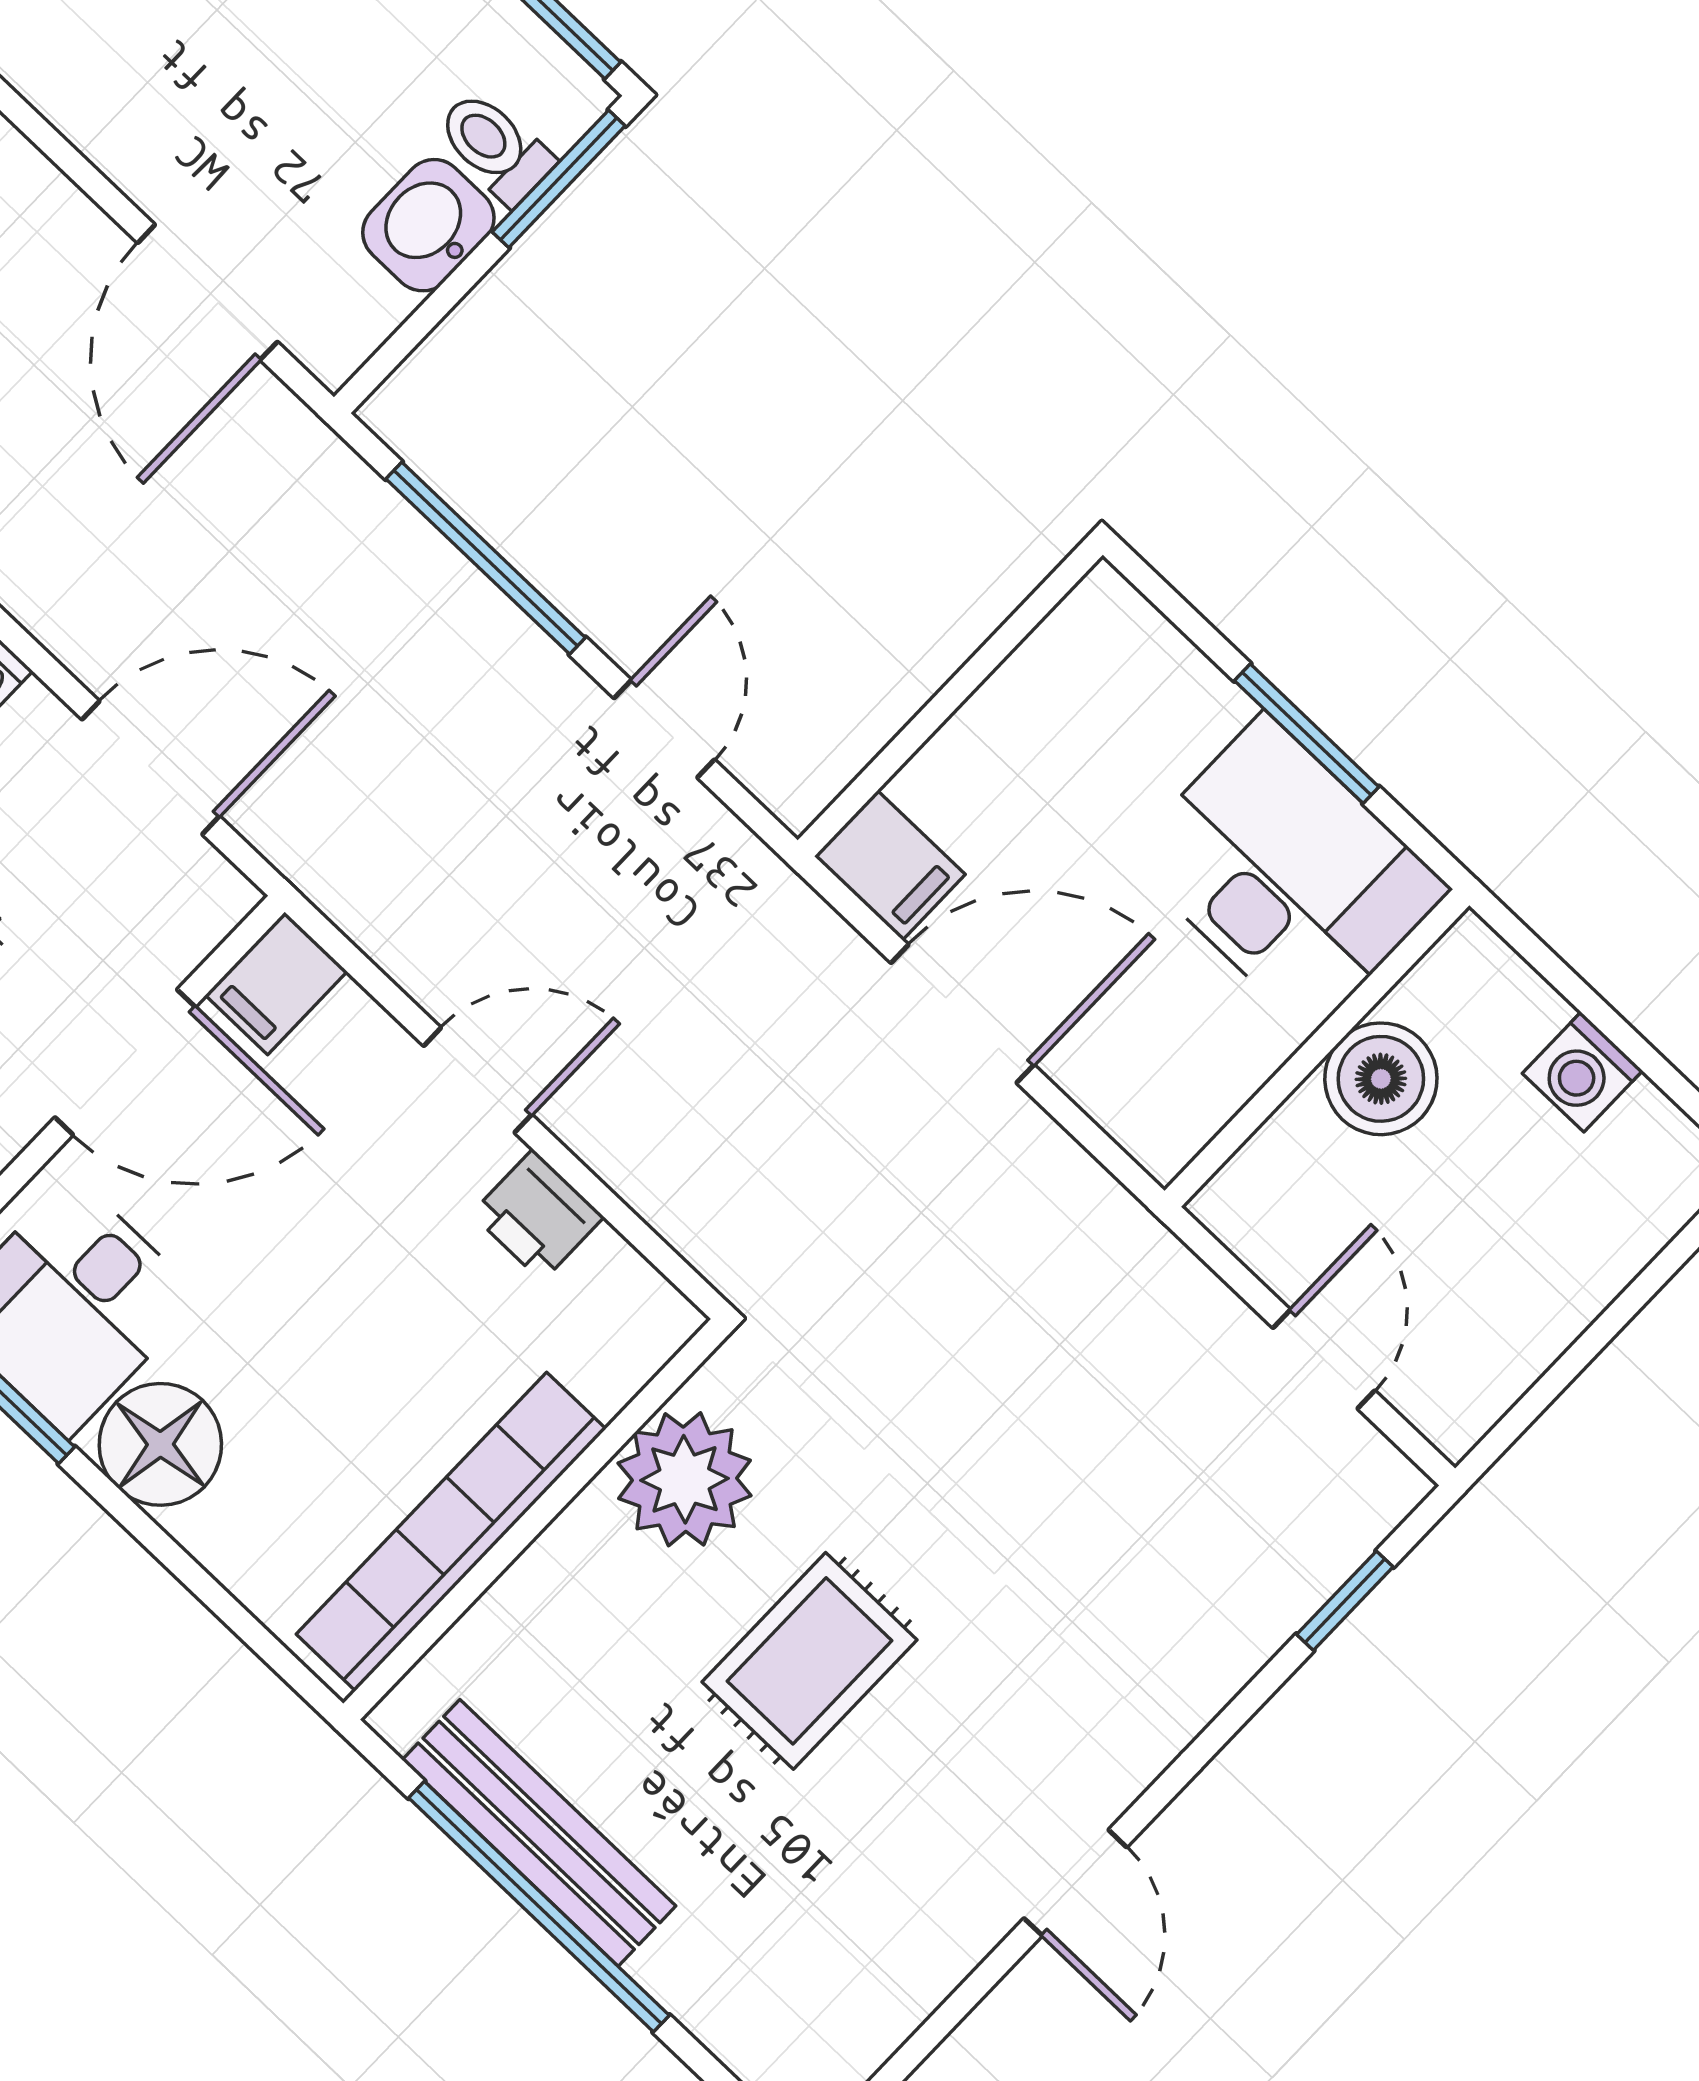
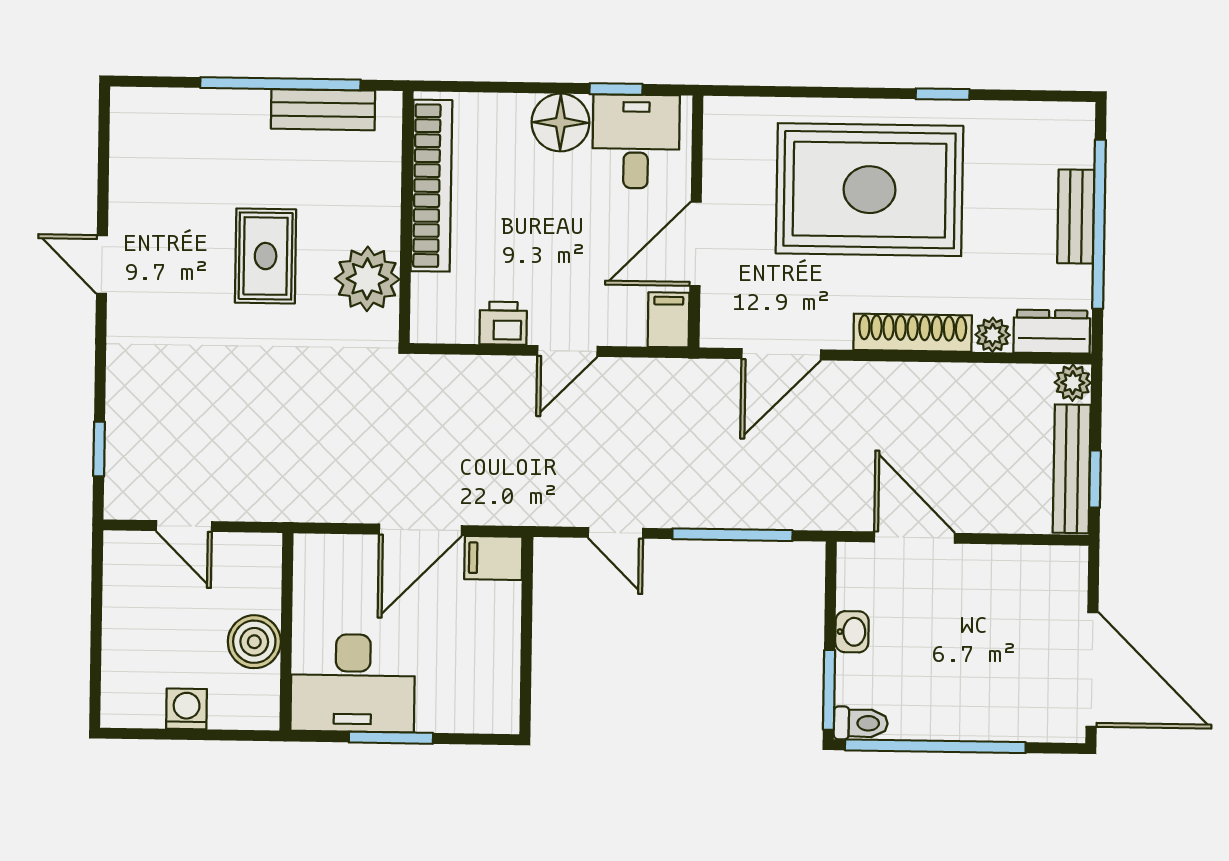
toilet: (495, 147) -> (861, 723), moved
washbasin: (428, 225) -> (852, 632), width x0.72, depth x0.69
bench: (539, 1833) -> (323, 110), width x0.73

